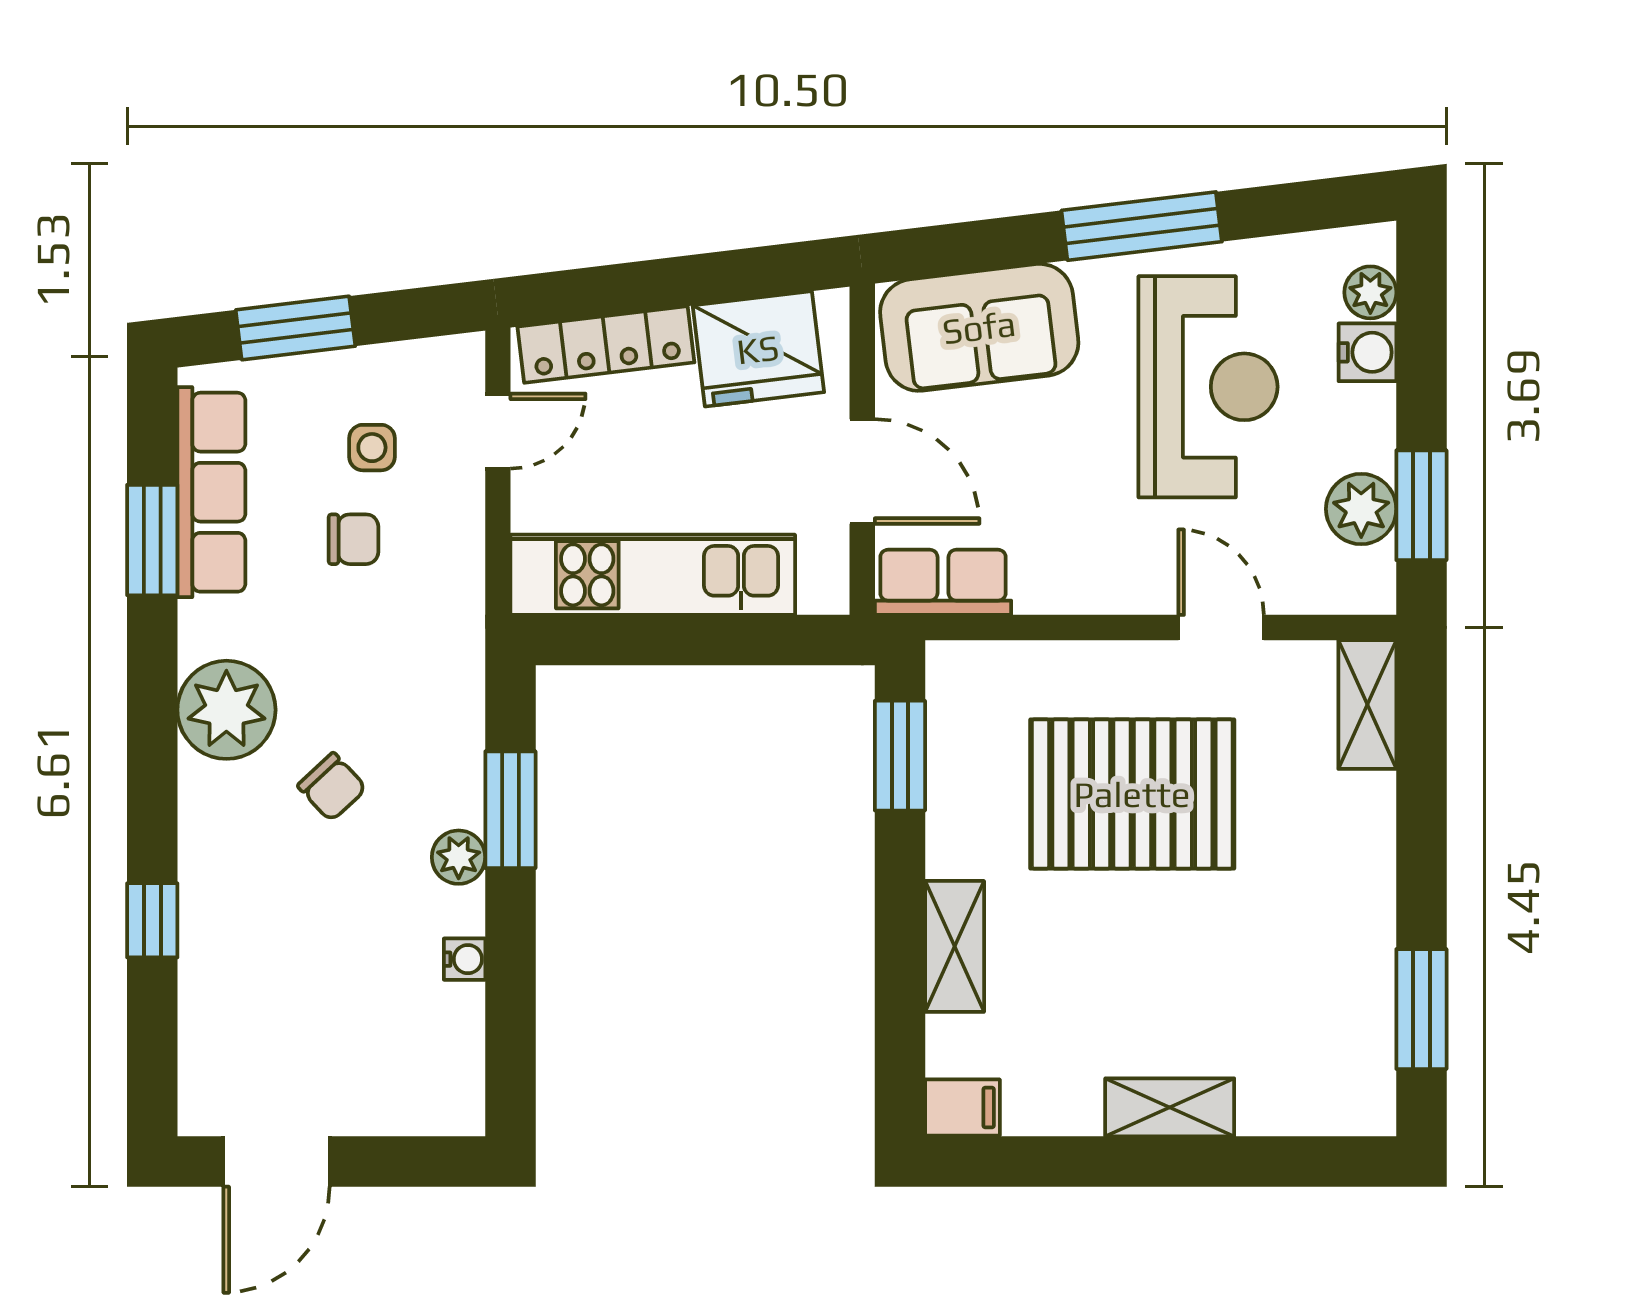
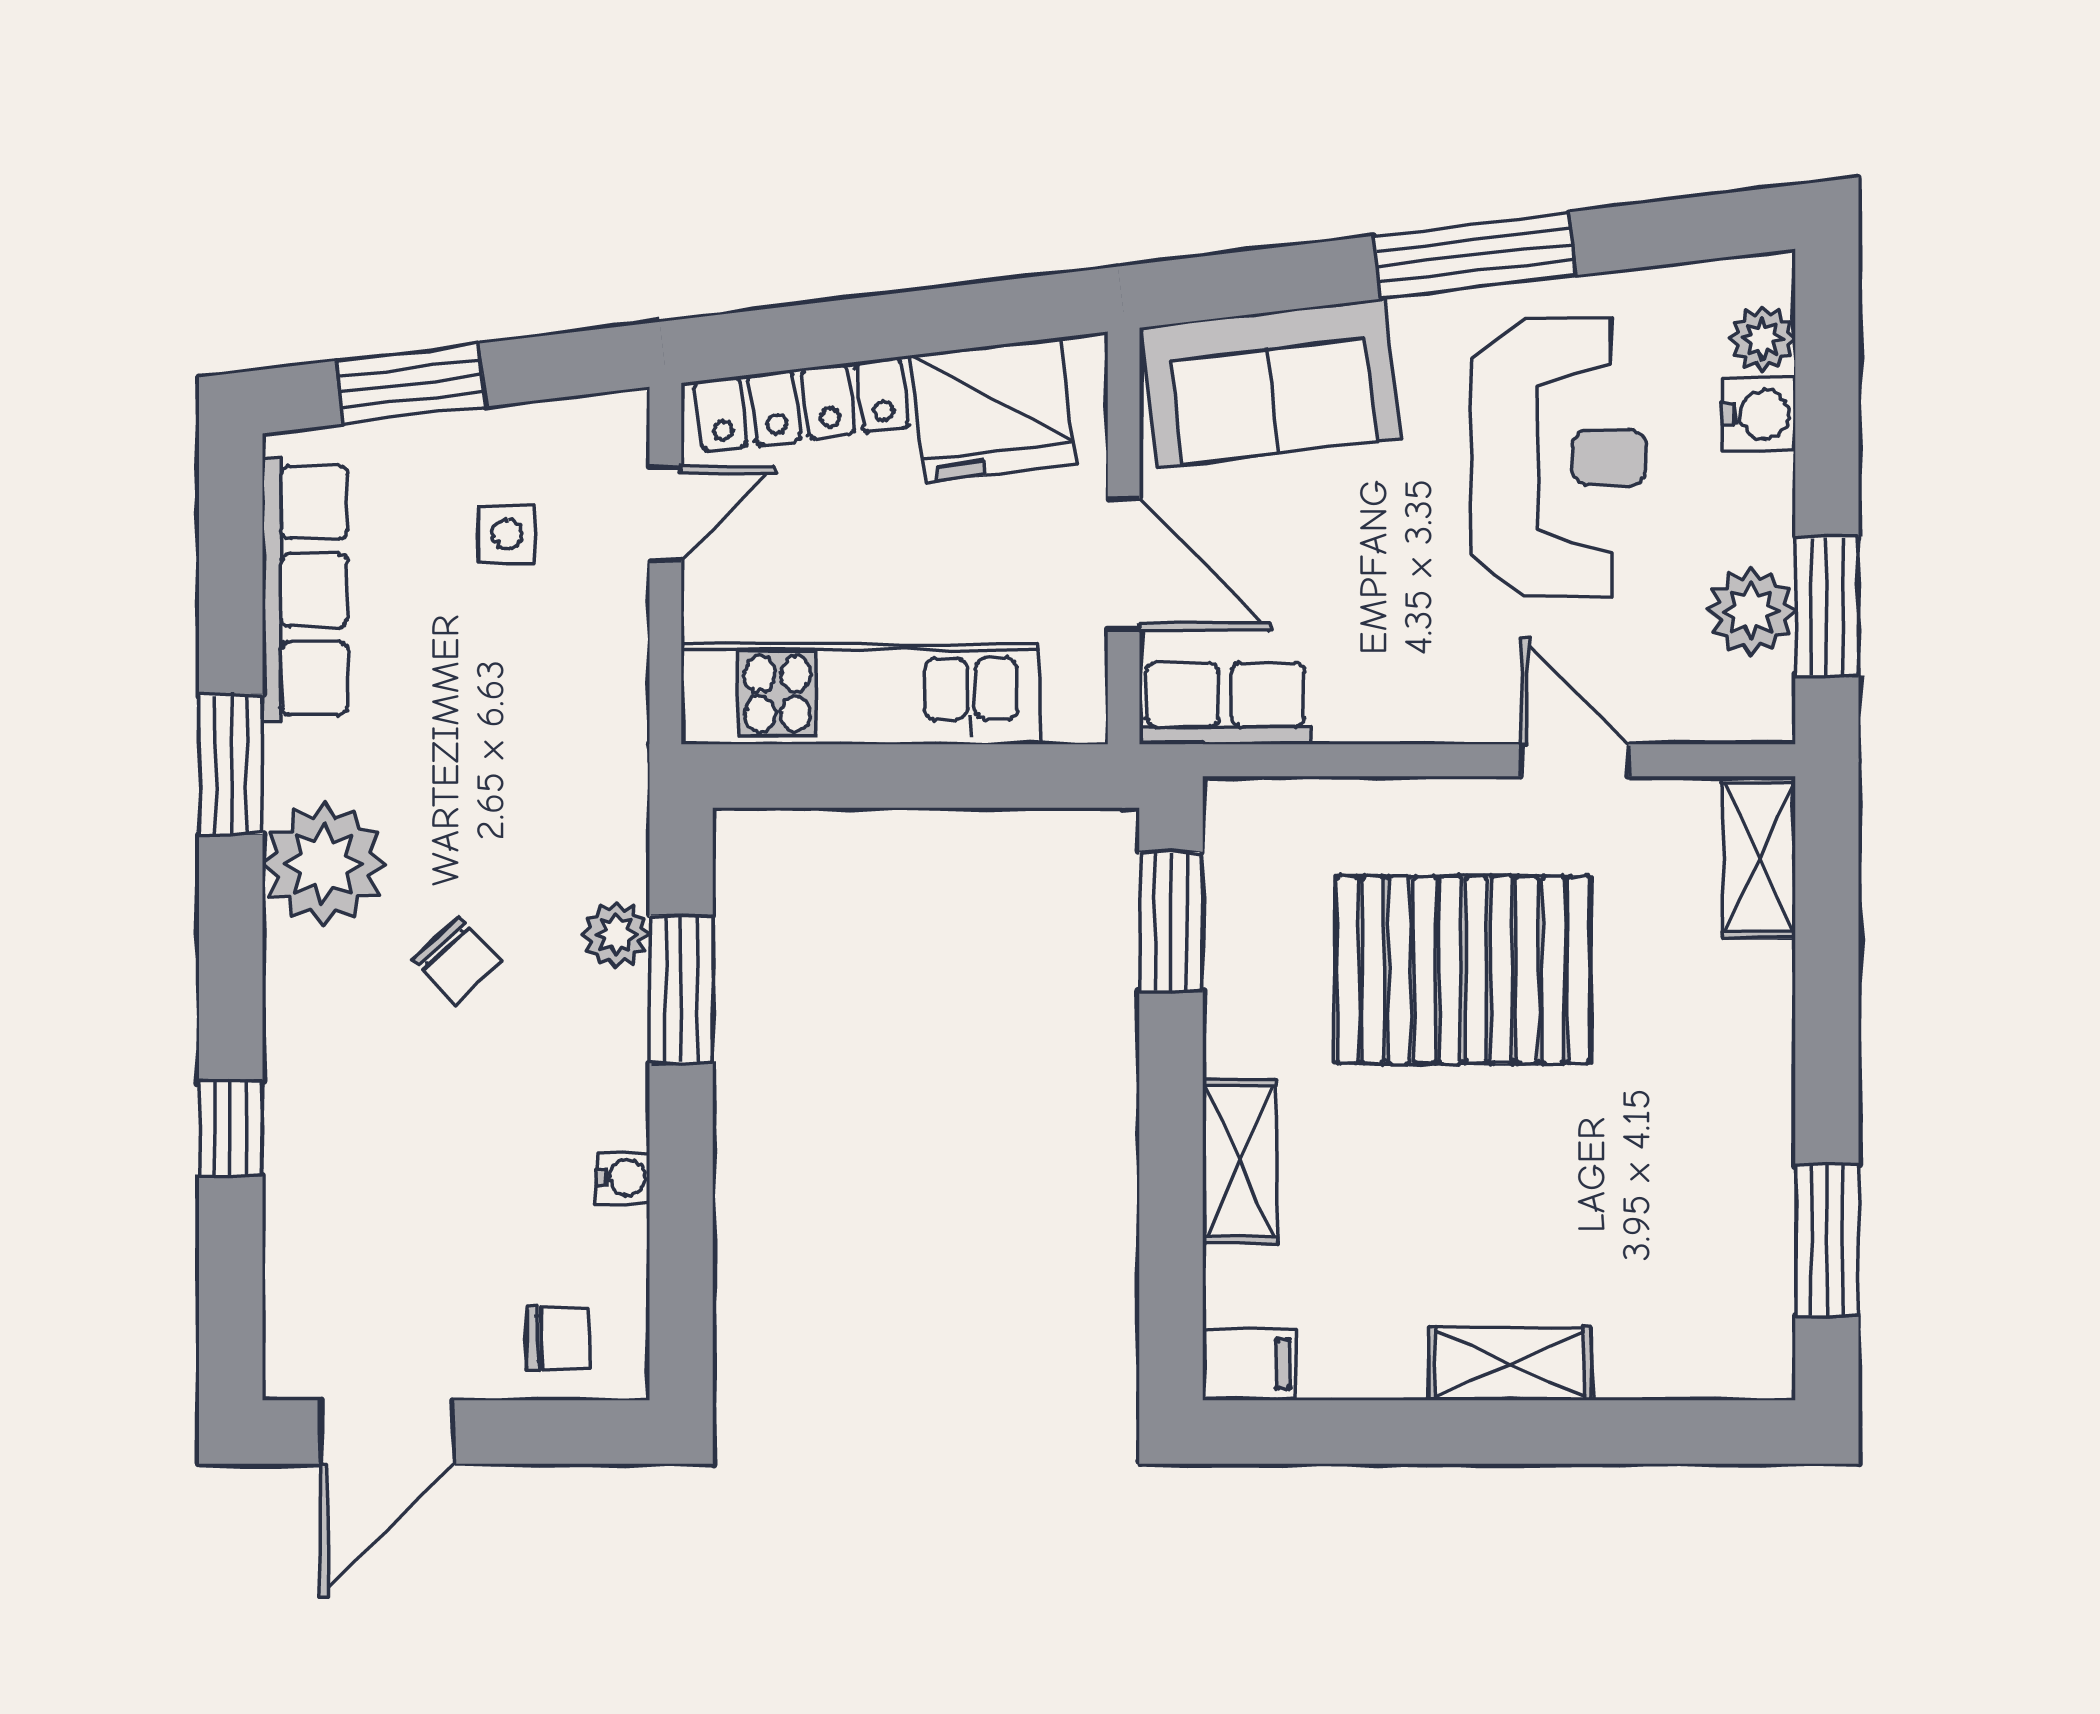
chair: (353, 539) -> (558, 1338), moved
window: (152, 540) -> (231, 764), moved
plant: (459, 857) -> (616, 934), moved

